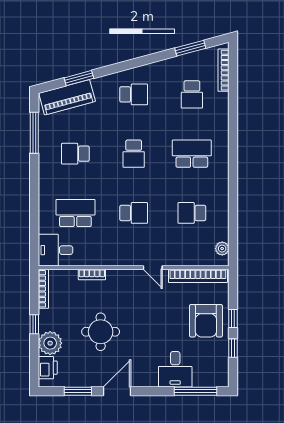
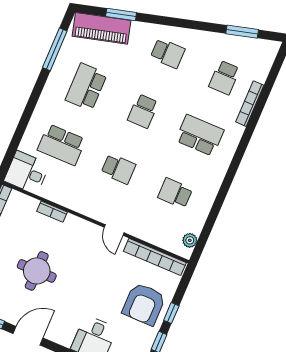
bookcase: (224, 70) -> (250, 104), moved
school desk: (75, 154) -> (86, 87), width x1.85
school desk: (75, 213) -> (62, 145), turned 180

